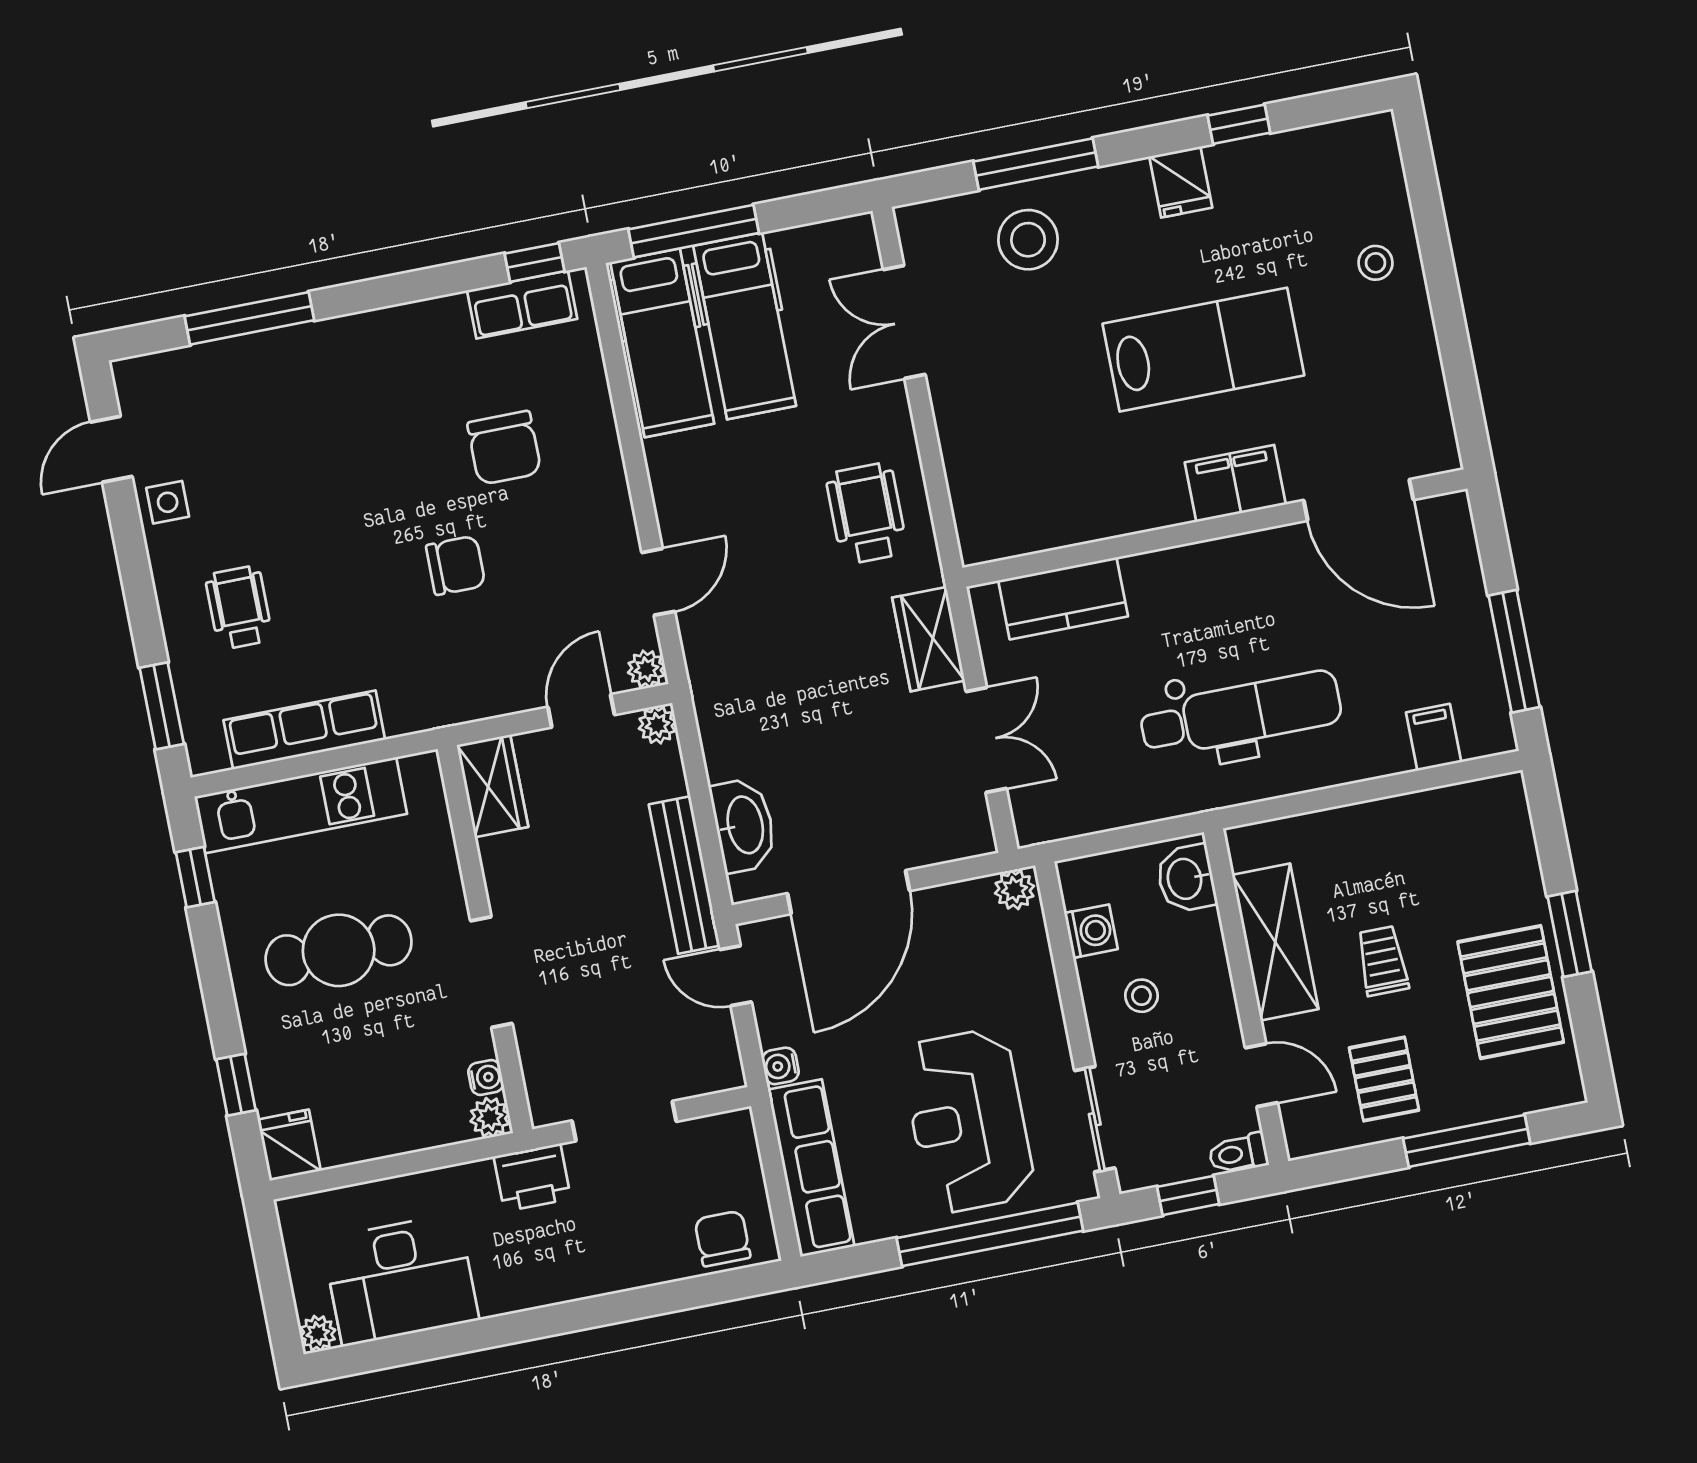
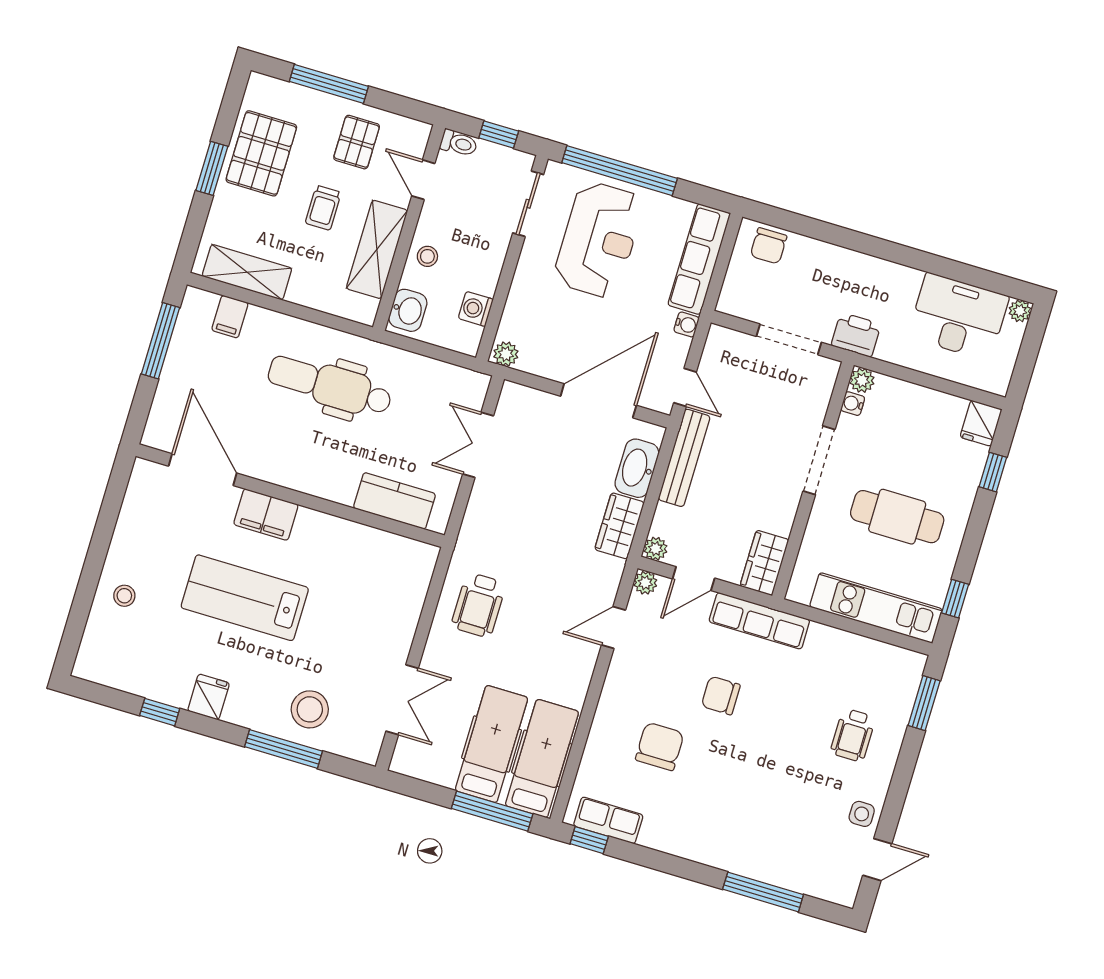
wardrobe: (929, 639) -> (619, 526), moved, turned 180
row of seats: (304, 730) -> (759, 621), moved
shelving: (1443, 813) -> (247, 272), added
stool: (1141, 996) -> (427, 256), moved

